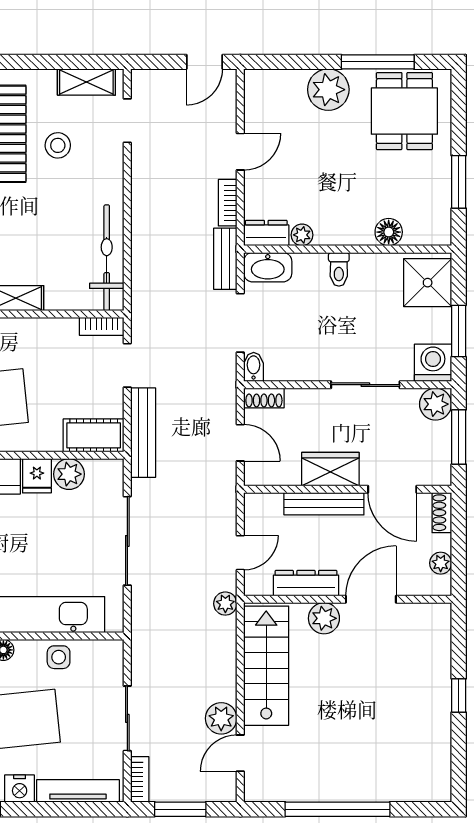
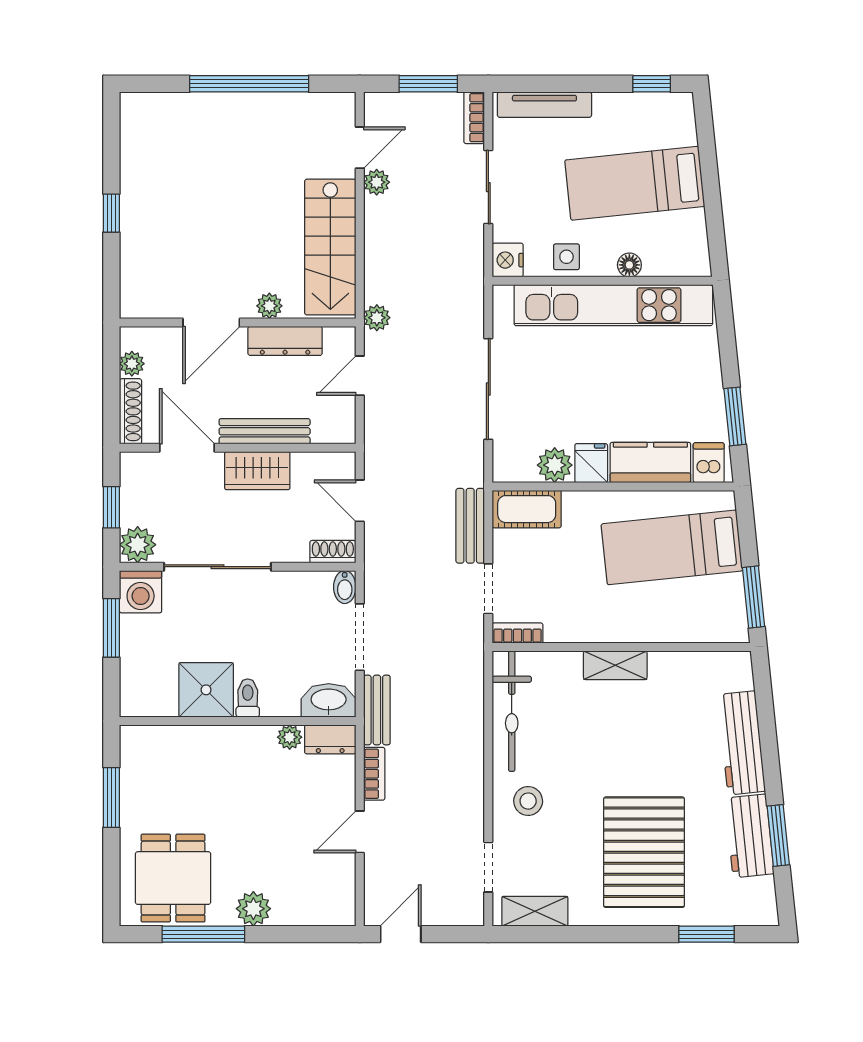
plant: (328, 90) -> (253, 909), width x0.73, depth x0.73
stool: (58, 145) -> (528, 801), moved
floor lamp: (389, 232) -> (191, 740), removed
shower: (428, 283) -> (206, 690), moved
sliding door: (365, 385) -> (217, 567), width x1.37
bench: (143, 433) -> (470, 526), width x0.73
window: (459, 437) -> (111, 507), width x0.67
shoe rack: (442, 513) -> (131, 411), width x1.43
plant: (324, 618) -> (269, 306), width x0.73, depth x0.73
plant: (221, 718) -> (377, 182), width x0.73, depth x0.73
nightstand: (20, 789) -> (508, 260), moved, turned -90

